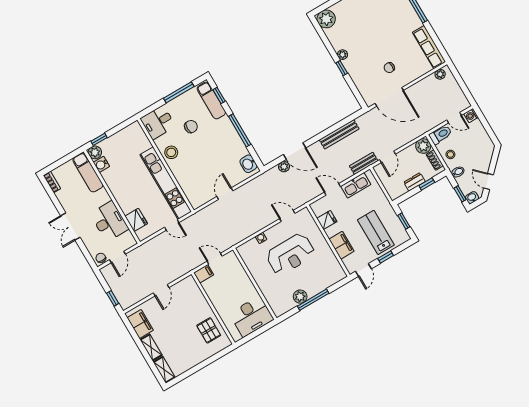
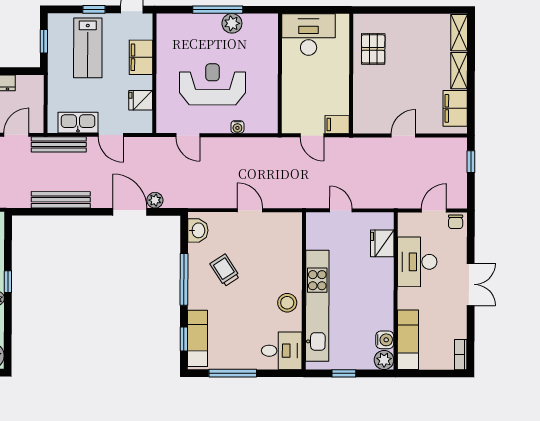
chair: (191, 127) -> (243, 321), removed
window: (99, 139) -> (344, 373), moved
trolley: (219, 150) -> (225, 270), added
bench: (364, 163) -> (59, 144), width x1.36
kitchen unit: (166, 183) -> (317, 306), moved
door: (225, 194) -> (250, 210), swing flipped

